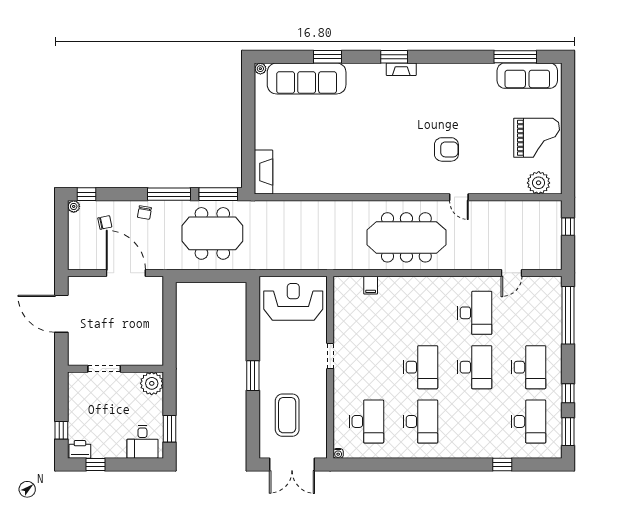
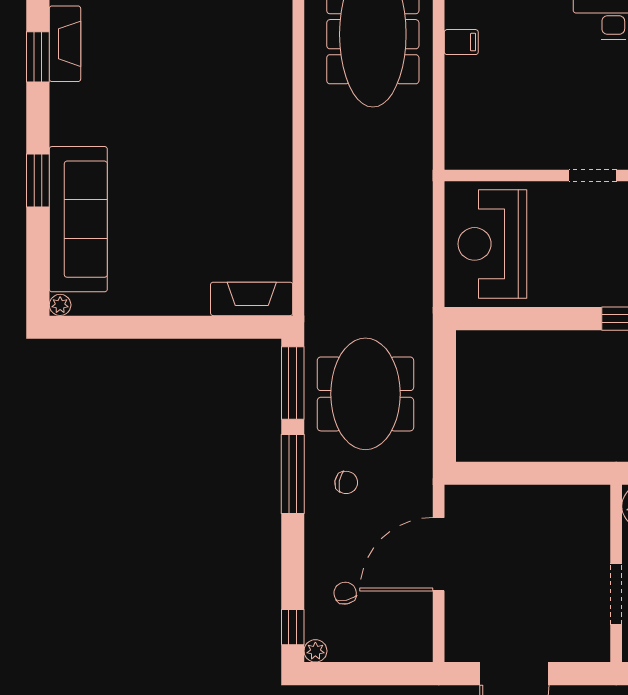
fireplace: (401, 69) -> (65, 44), width x1.37, depth x1.32
chair: (144, 213) -> (346, 482), moved
filing cabinet: (371, 285) -> (461, 42), moved

